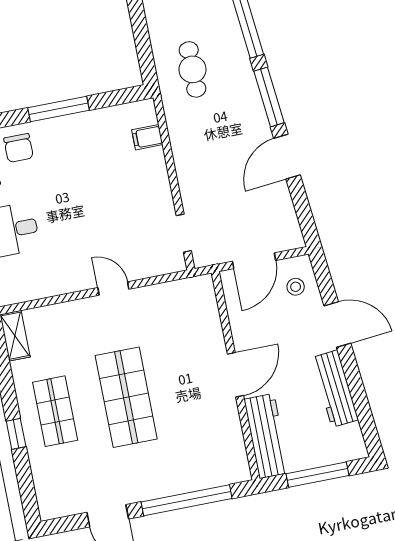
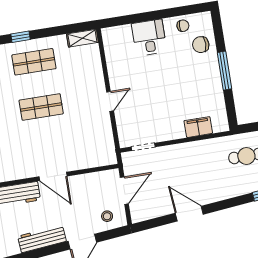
window: (269, 97) -> (227, 204), removed
filing cabinet: (147, 137) -> (198, 127), width x2.00
door: (254, 261) -> (124, 191), swing flipped
shop shelf: (126, 397) -> (41, 107), width x0.70, depth x0.74

